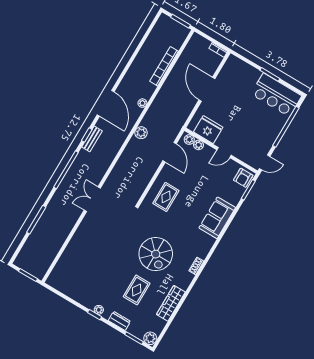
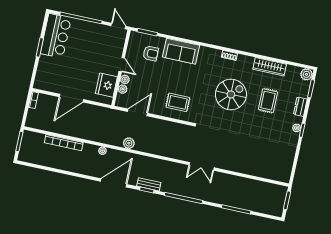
plant: (189, 140) -> (125, 79), moved
armchair: (243, 178) -> (151, 53), moved
rug: (137, 290) -> (268, 101), turned 90

